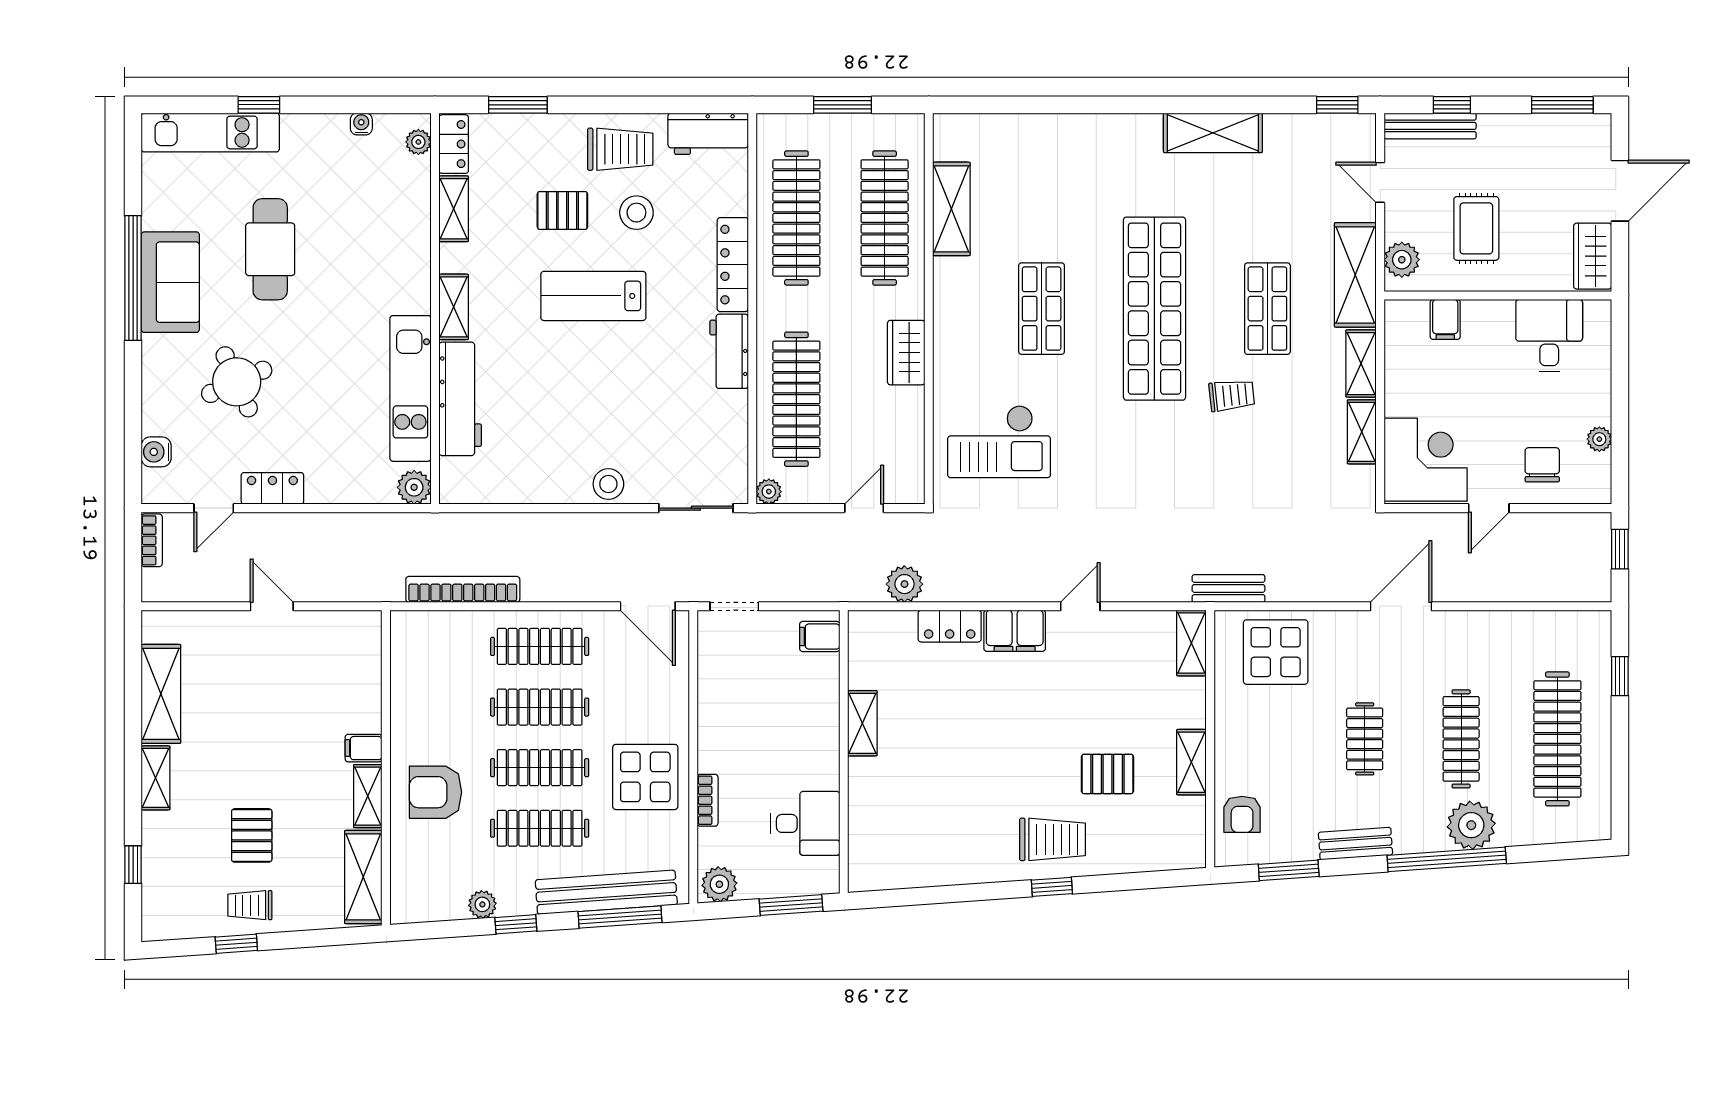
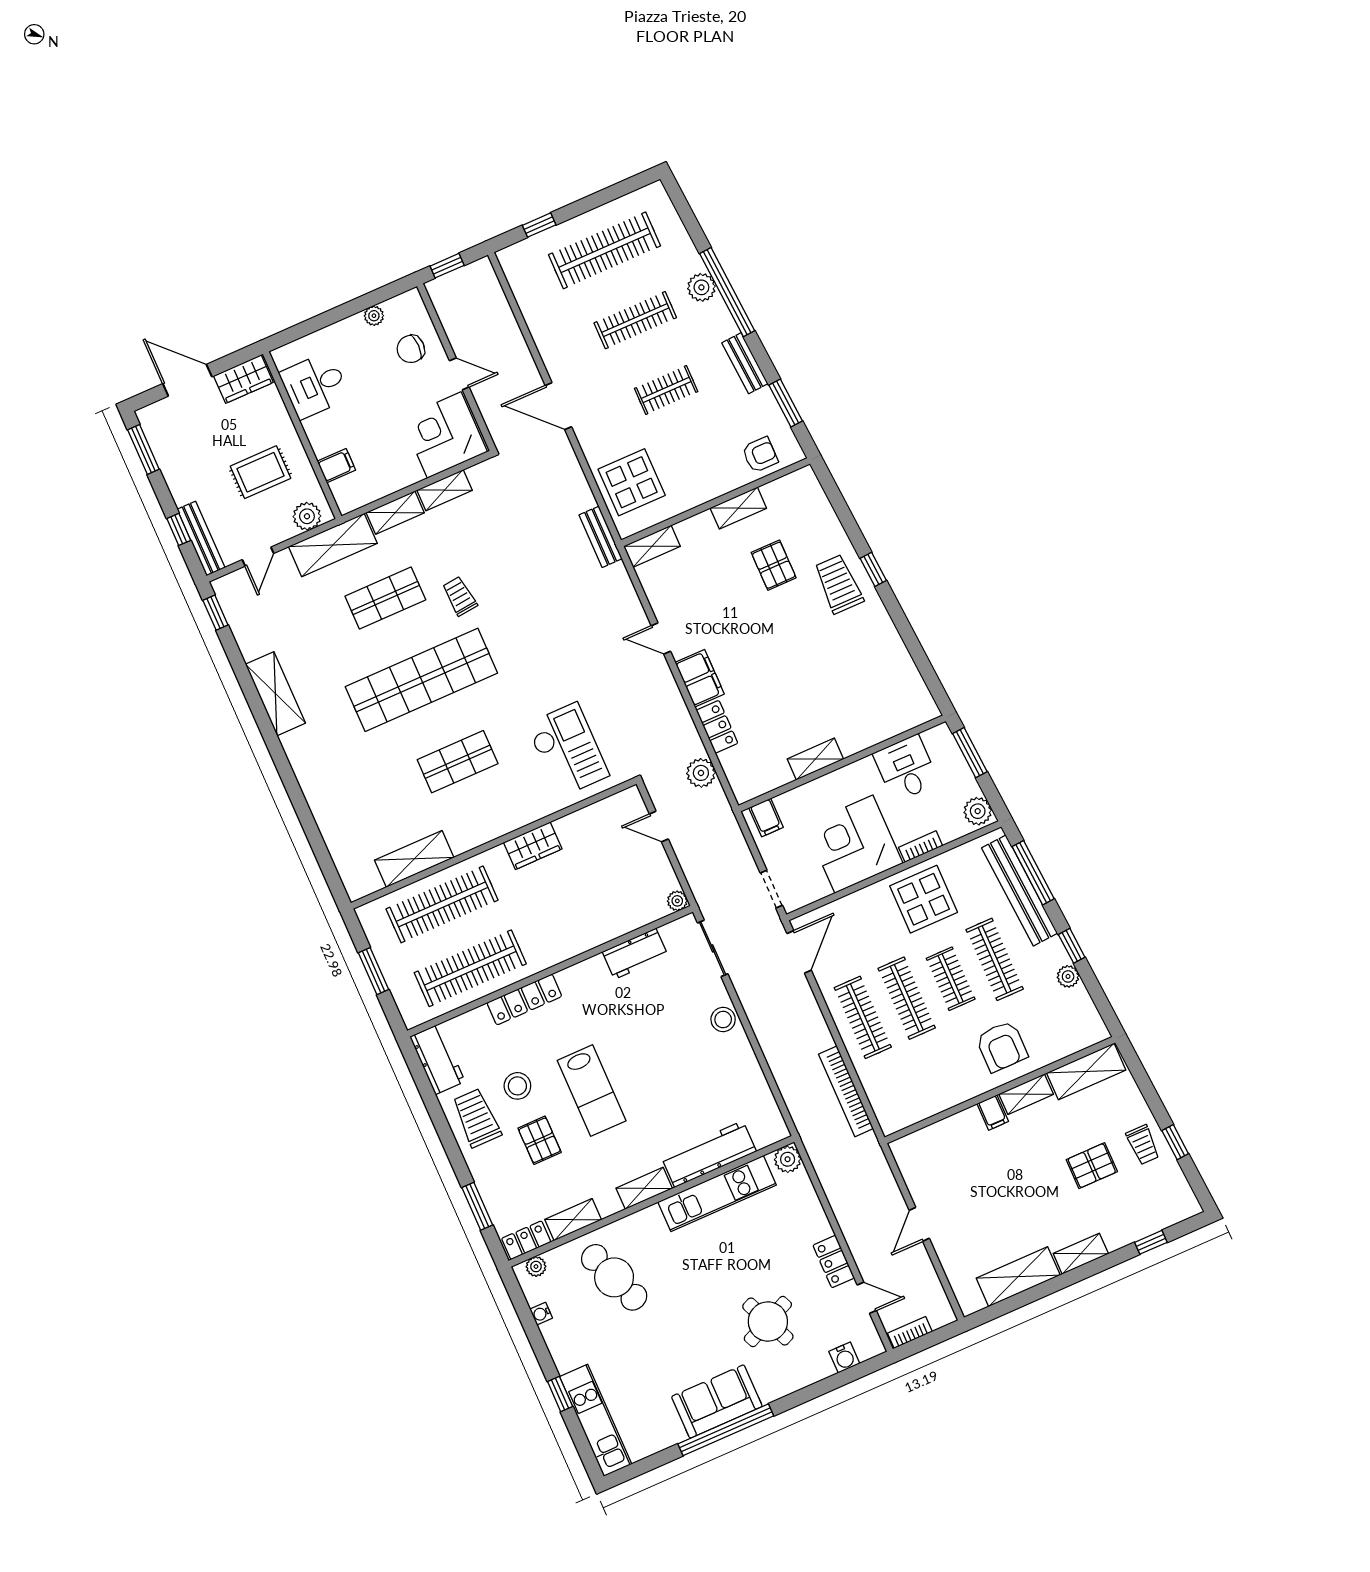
cafe table: (270, 249) -> (614, 1277), moved, turned 69
workbench: (729, 351) -> (635, 954), moved
clothes rail: (796, 399) -> (602, 910), removed
corner desk: (744, 724) -> (854, 844), added
clothes rail: (540, 768) -> (951, 979), width x0.73
plant: (1471, 825) -> (701, 287), width x0.73, depth x0.73

